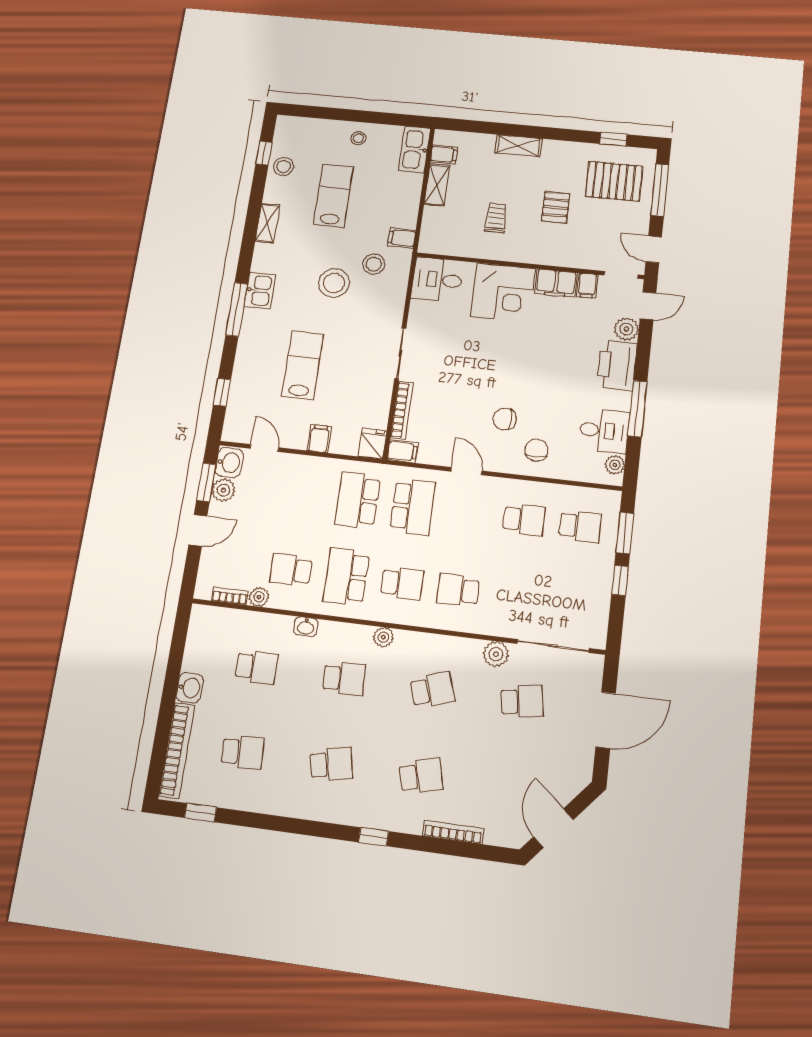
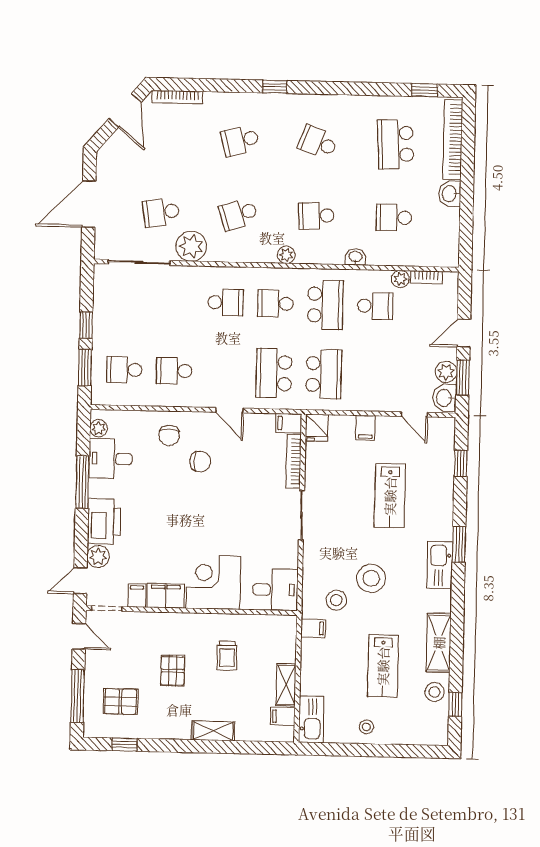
pallet: (614, 181) -> (121, 701), width x0.67, depth x0.71
shelving: (267, 223) -> (439, 643), width x1.50, depth x1.33
kitchen sink: (260, 291) -> (440, 565), width x1.38
window: (237, 309) -> (459, 544), width x0.69
plant: (496, 654) -> (191, 246), width x1.36, depth x1.36
school desk: (243, 752) -> (396, 144), width x1.85
school desk: (331, 764) -> (318, 142), turned 33
bookcase: (453, 832) -> (178, 97), moved

